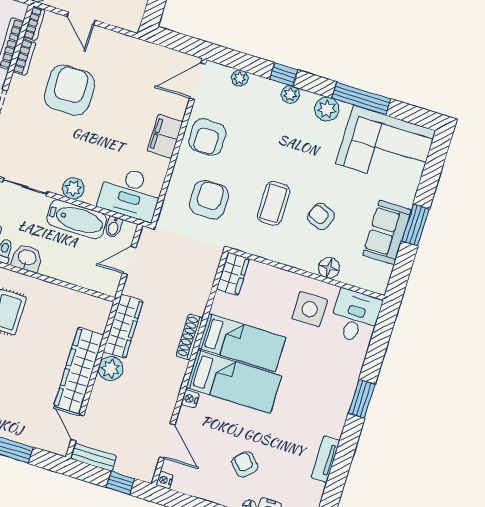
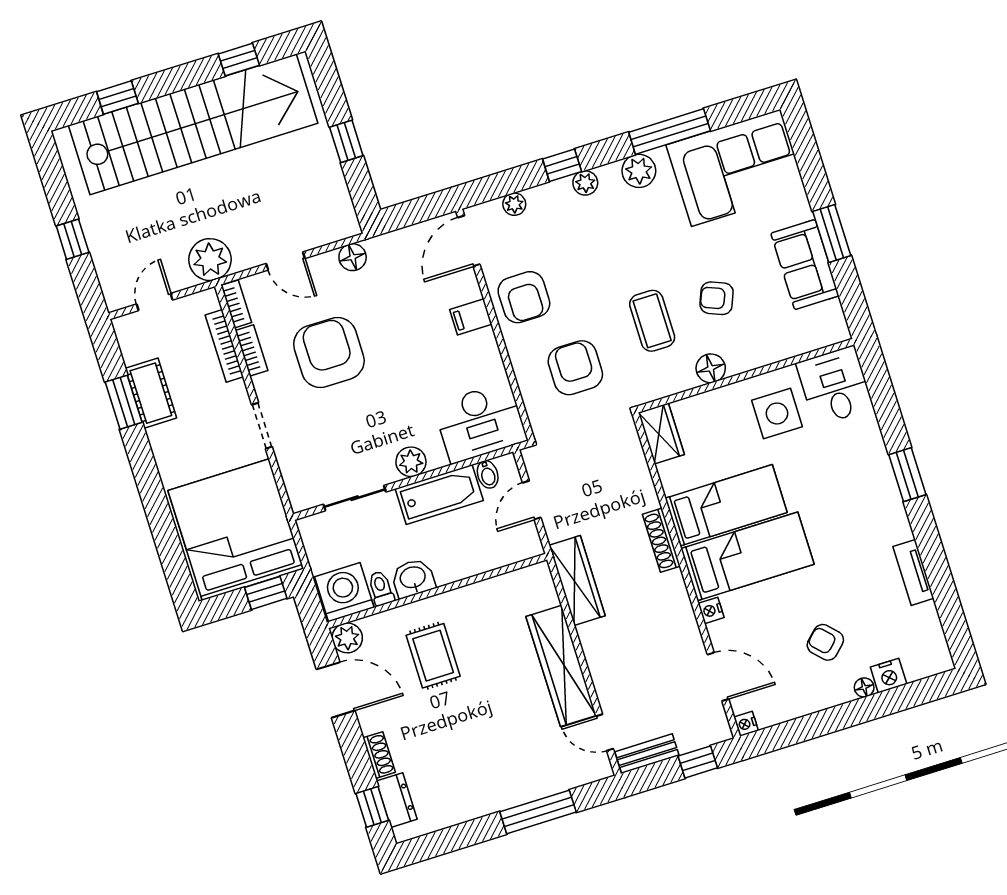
floor lamp: (122, 43) -> (353, 257), added
filing cabinet: (165, 136) -> (471, 317), width x0.50
floor lamp: (329, 268) -> (711, 368), moved
plant: (111, 369) -> (596, 639), removed

